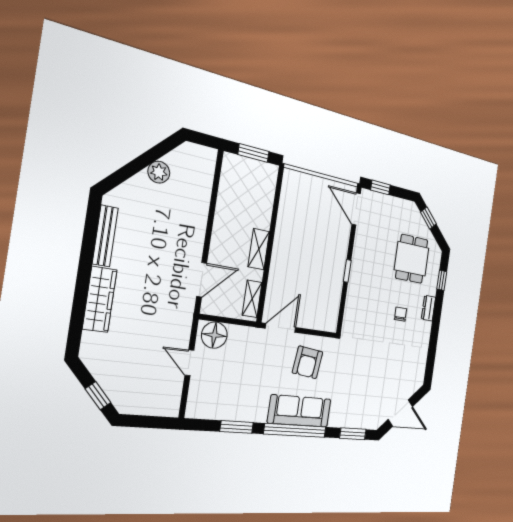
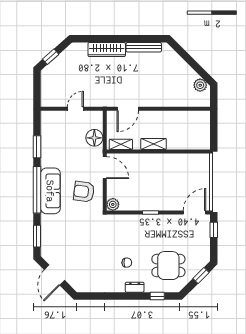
window: (253, 153) -> (214, 131), removed
plant: (159, 172) -> (200, 85), moved
door: (202, 280) -> (128, 109), hinge flipped
plant: (330, 323) -> (113, 204), added
floor lamp: (214, 335) -> (94, 138), moved

